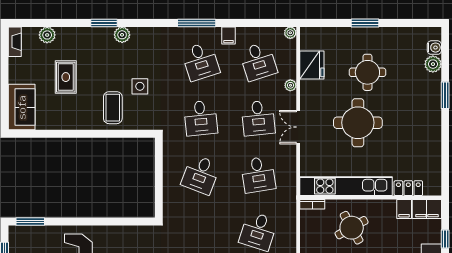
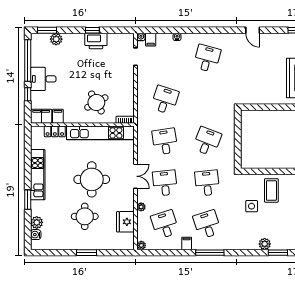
kitchen unit: (432, 129) -> (38, 175), added

